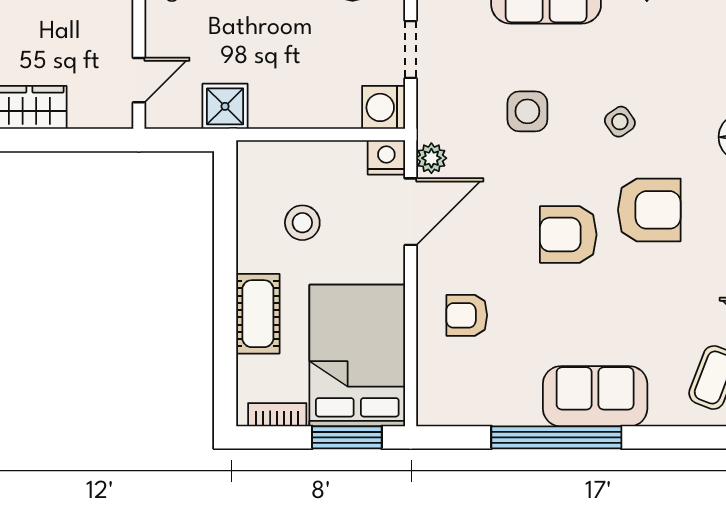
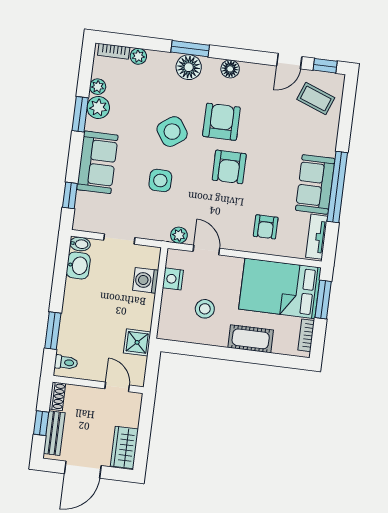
washing machine: (384, 107) -> (146, 280), moved, turned 90
side table: (620, 122) -> (172, 132), width x1.87, depth x1.87
nightstand: (386, 157) -> (173, 279), moved
door: (411, 212) -> (206, 250), width x0.73
sofa: (595, 396) -> (315, 184), moved
tv unit: (461, 411) -> (317, 237), added

